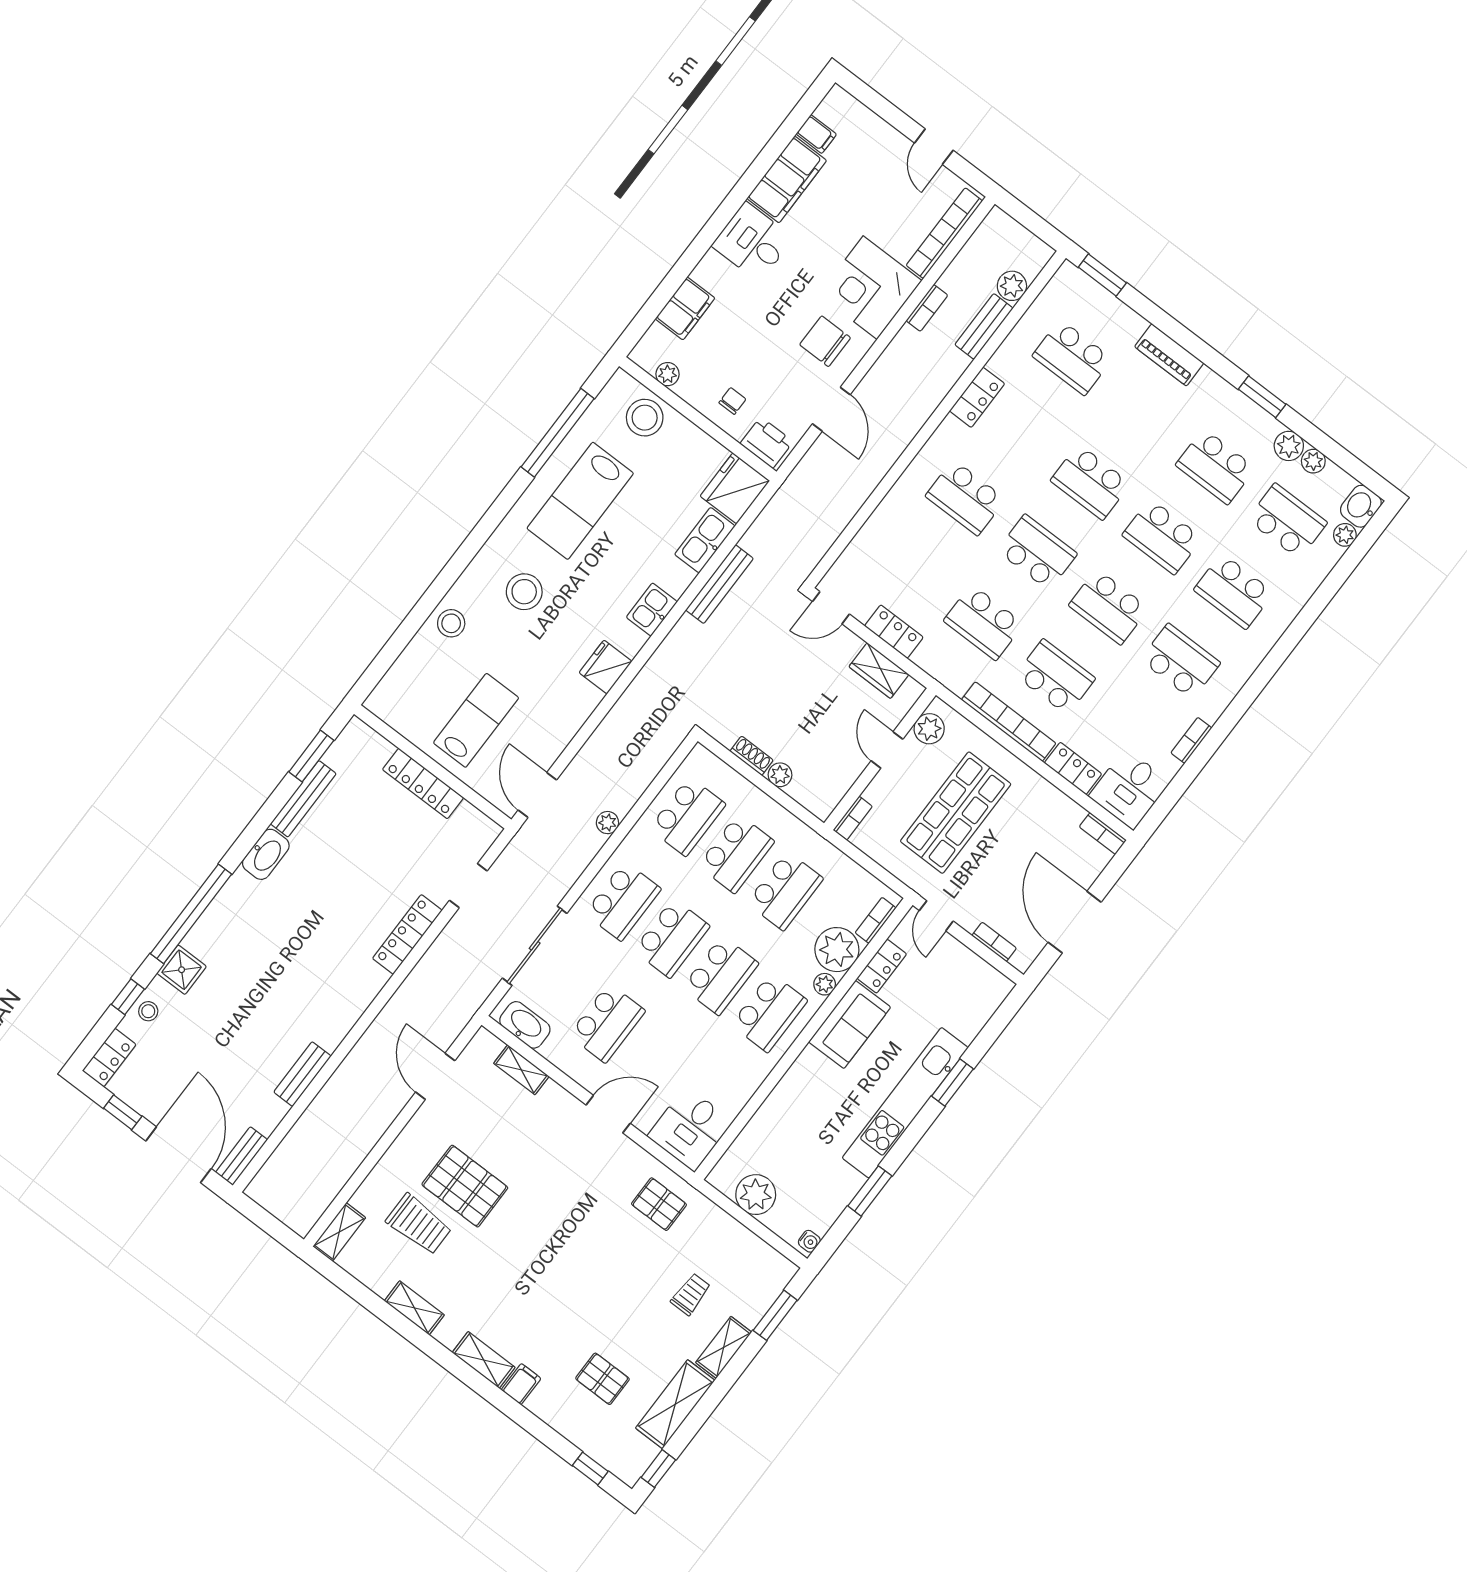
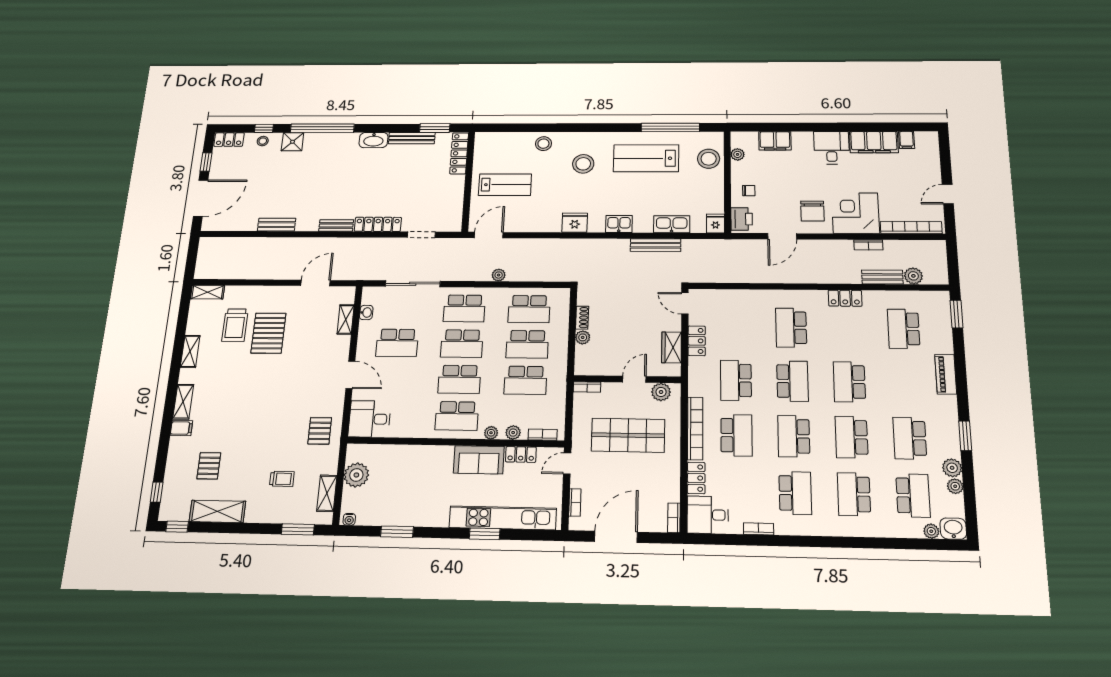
chair: (825, 341) -> (812, 211), turned 180
fridge: (735, 488) -> (715, 223), width x0.53, depth x0.75
locker: (423, 784) -> (459, 153), moved
plant: (837, 950) -> (513, 433), width x0.53, depth x0.53
washbasin: (525, 1025) -> (366, 312), width x0.52, depth x0.69
kitchen unit: (905, 1103) -> (503, 518), moved
bench: (241, 1156) -> (336, 225), moved
shelving: (724, 1347) -> (327, 493), moved, turned 90

